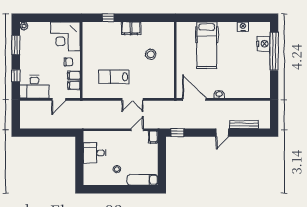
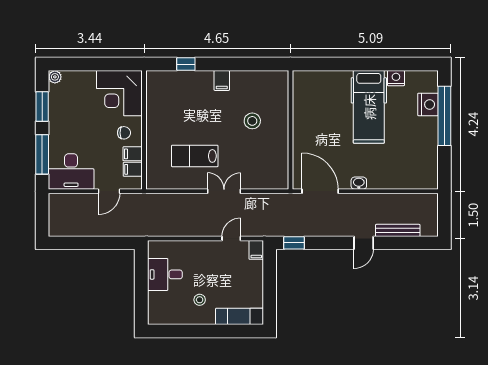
filing cabinet: (131, 28) -> (222, 80), width x0.50
hospital bed: (207, 45) -> (369, 107), moved
window: (16, 76) -> (42, 154), width x2.17
double door: (133, 99) -> (224, 191), swing flipped

